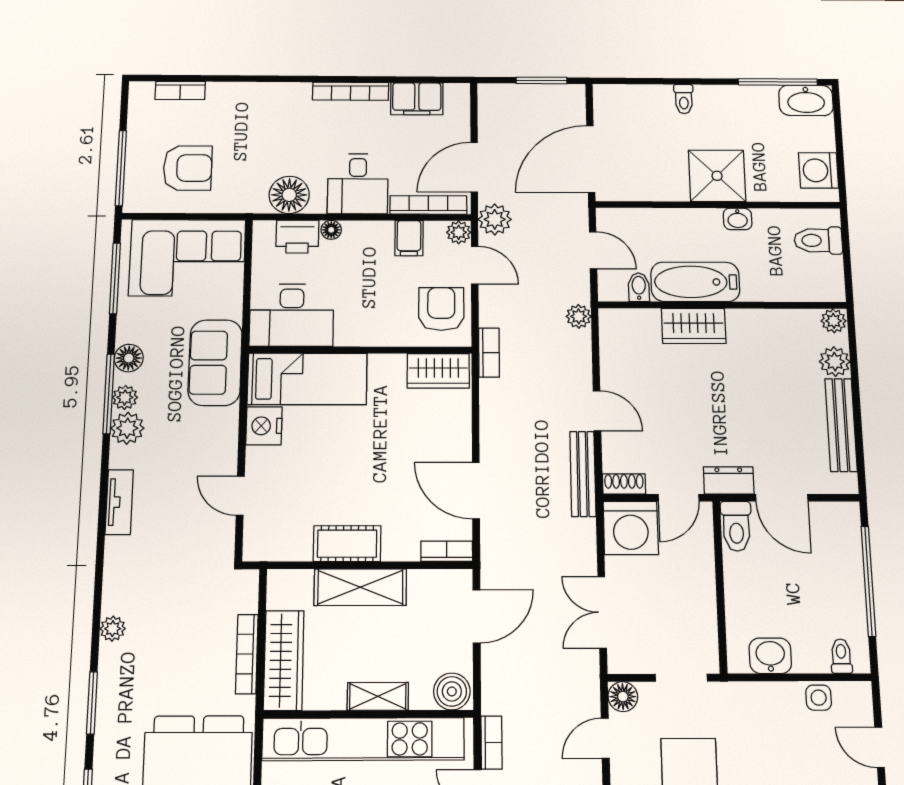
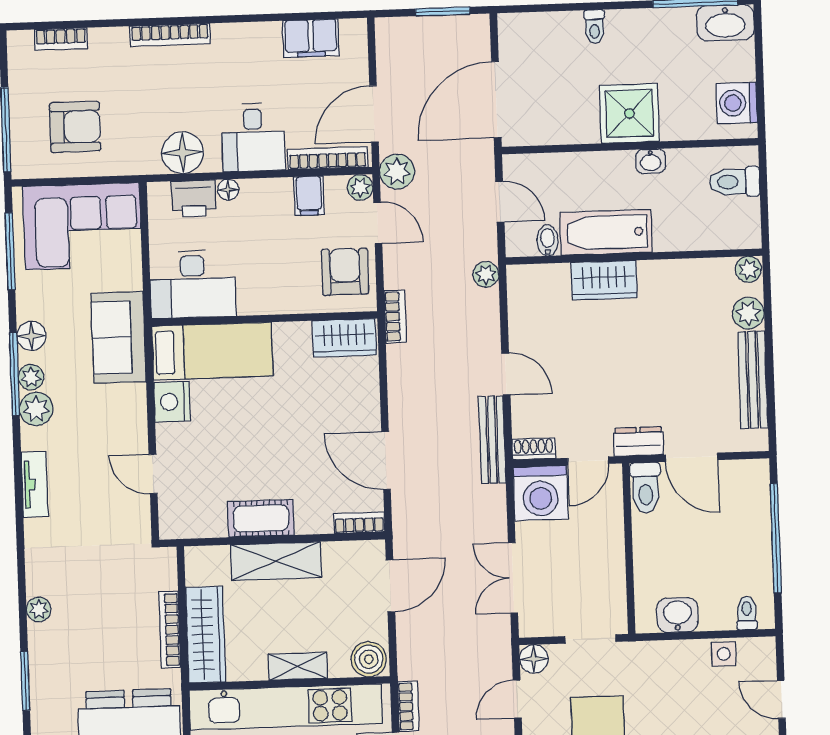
bookcase: (351, 91) -> (170, 35), moved

